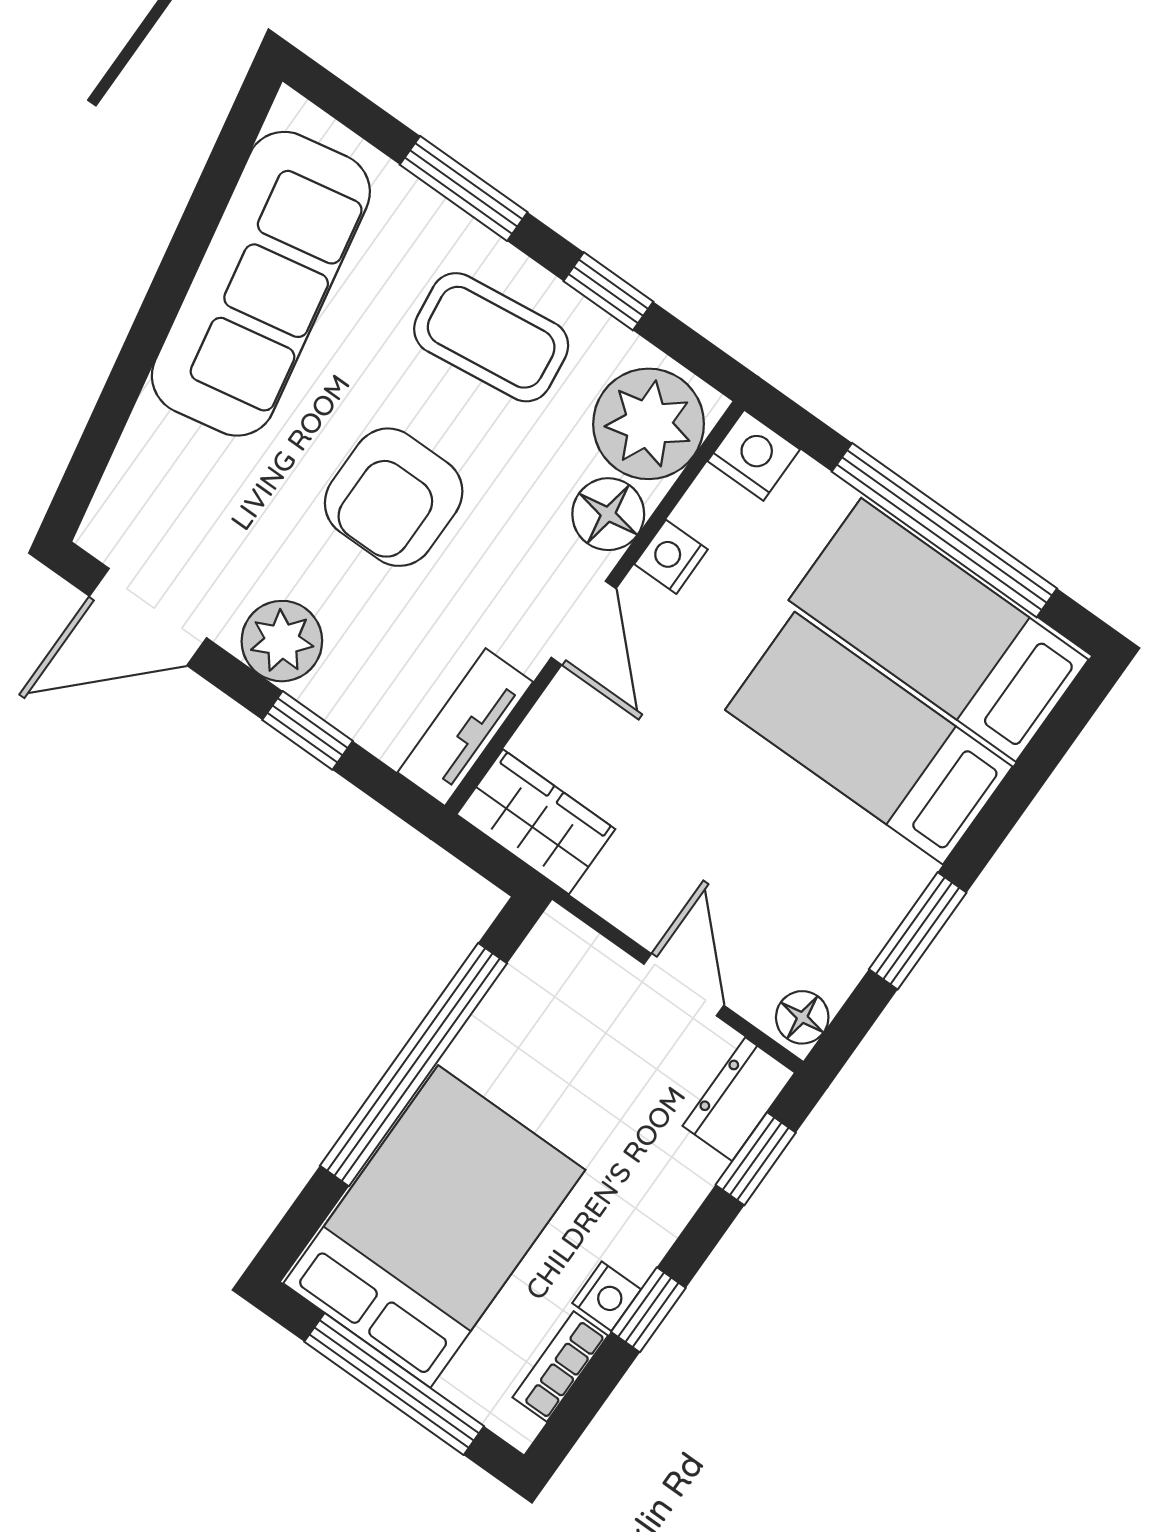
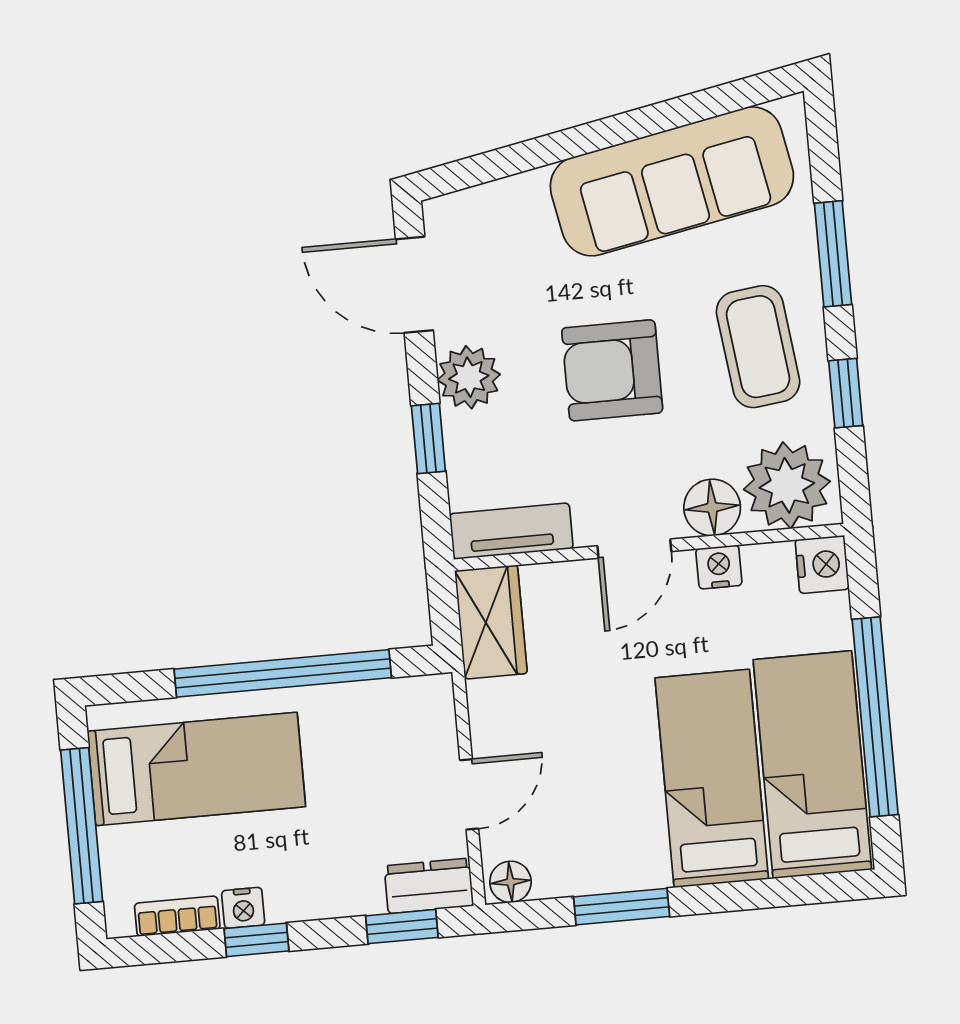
bed: (434, 1227) -> (196, 769), width x0.67

